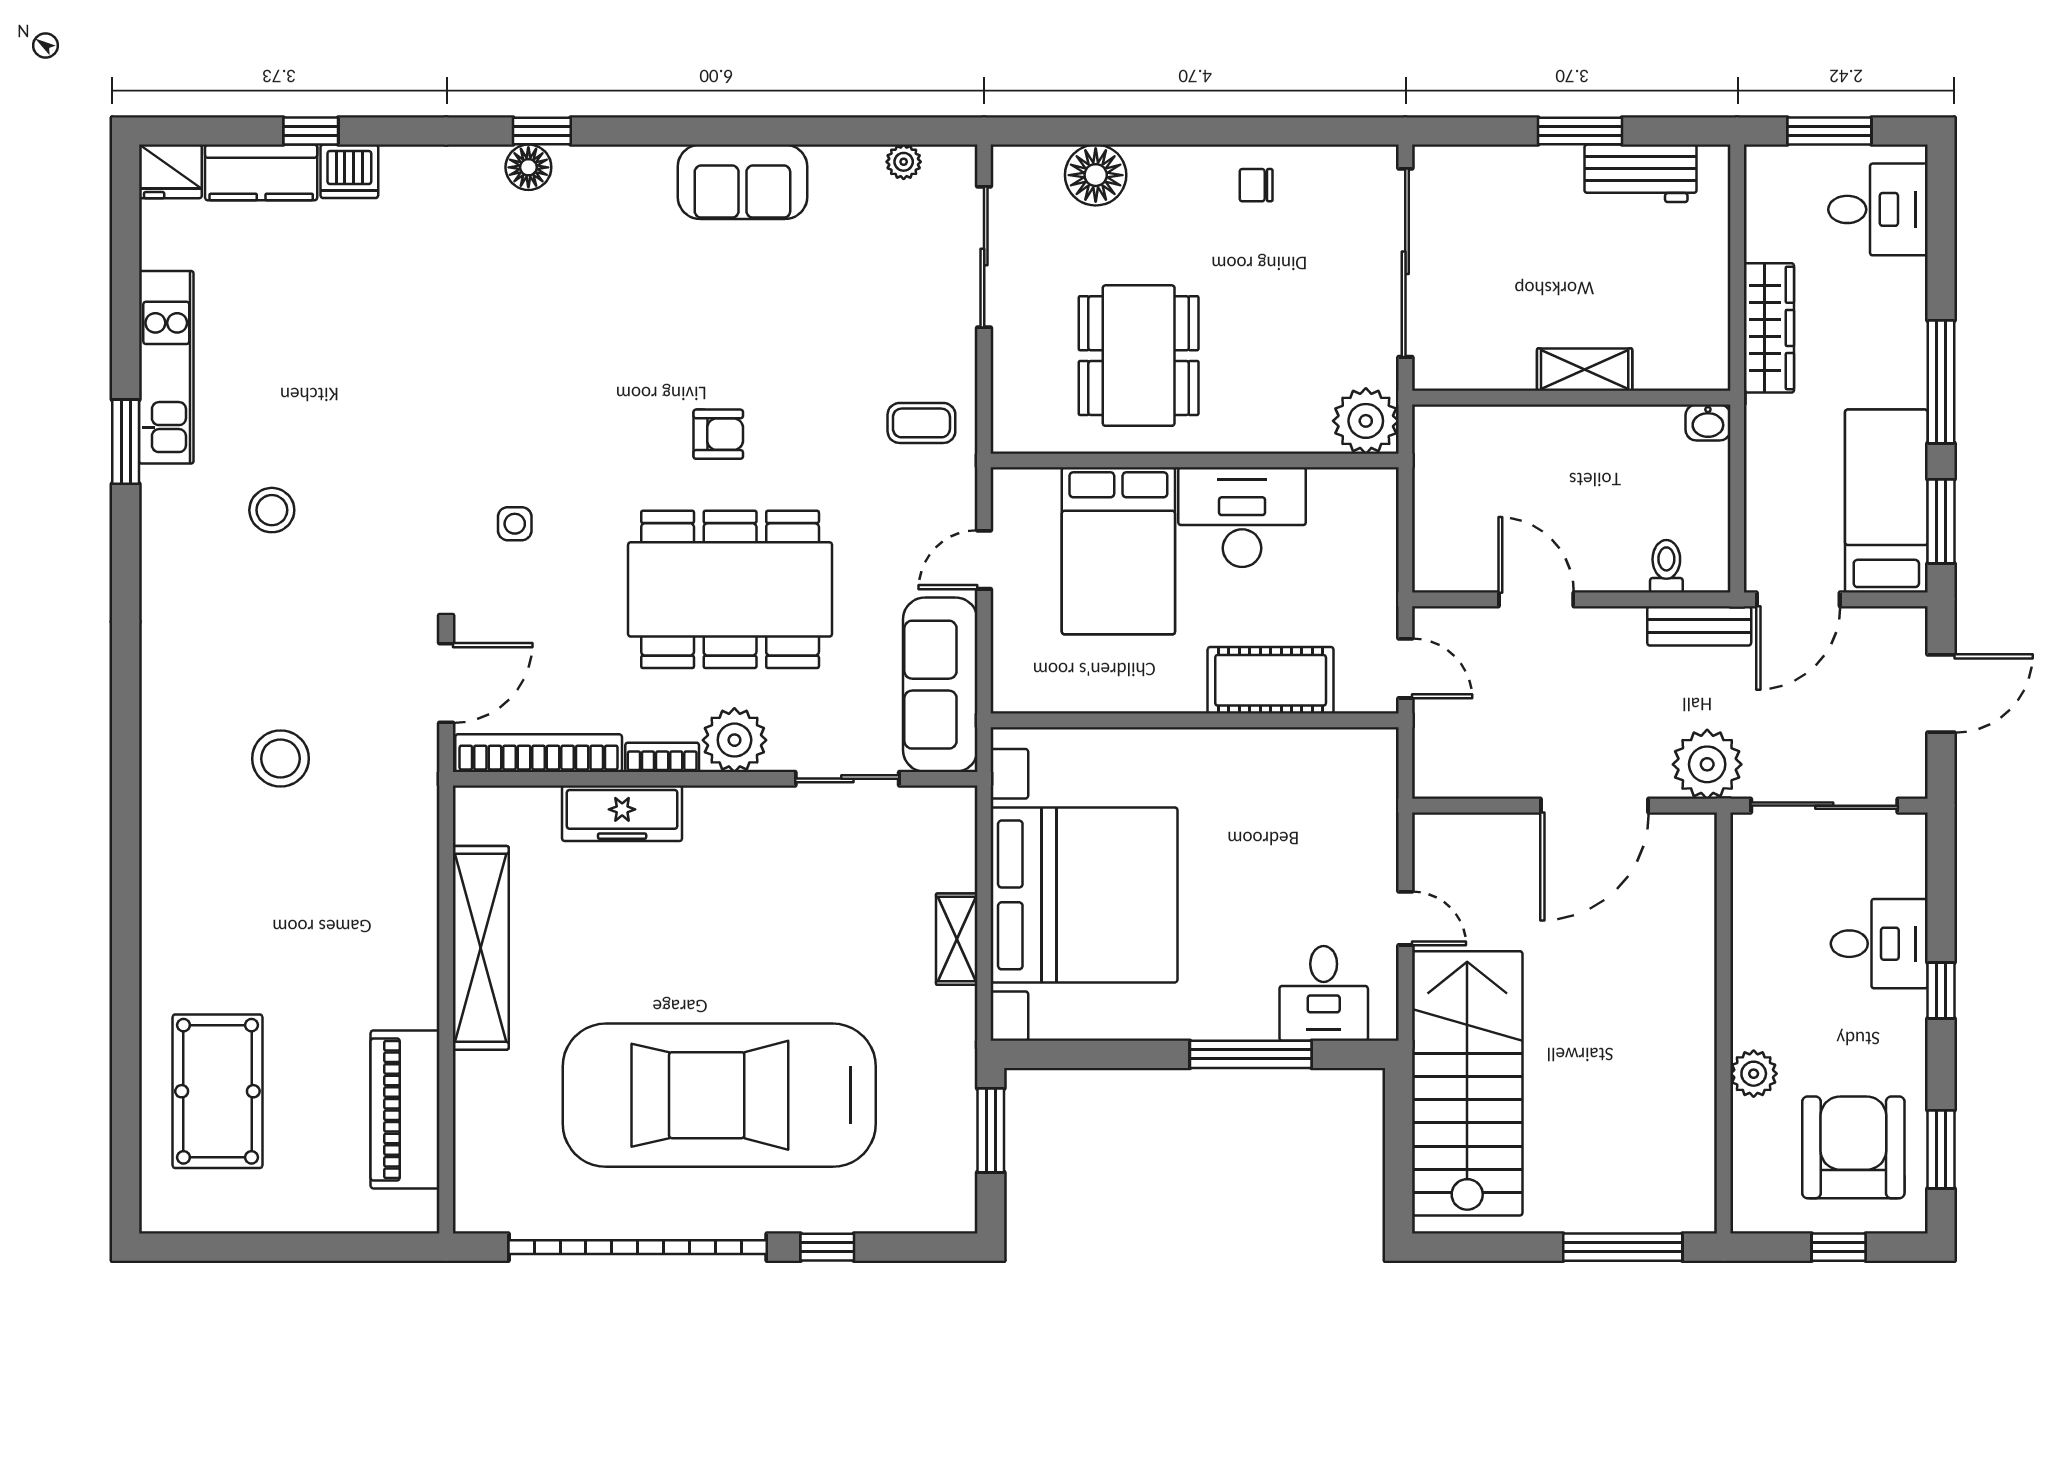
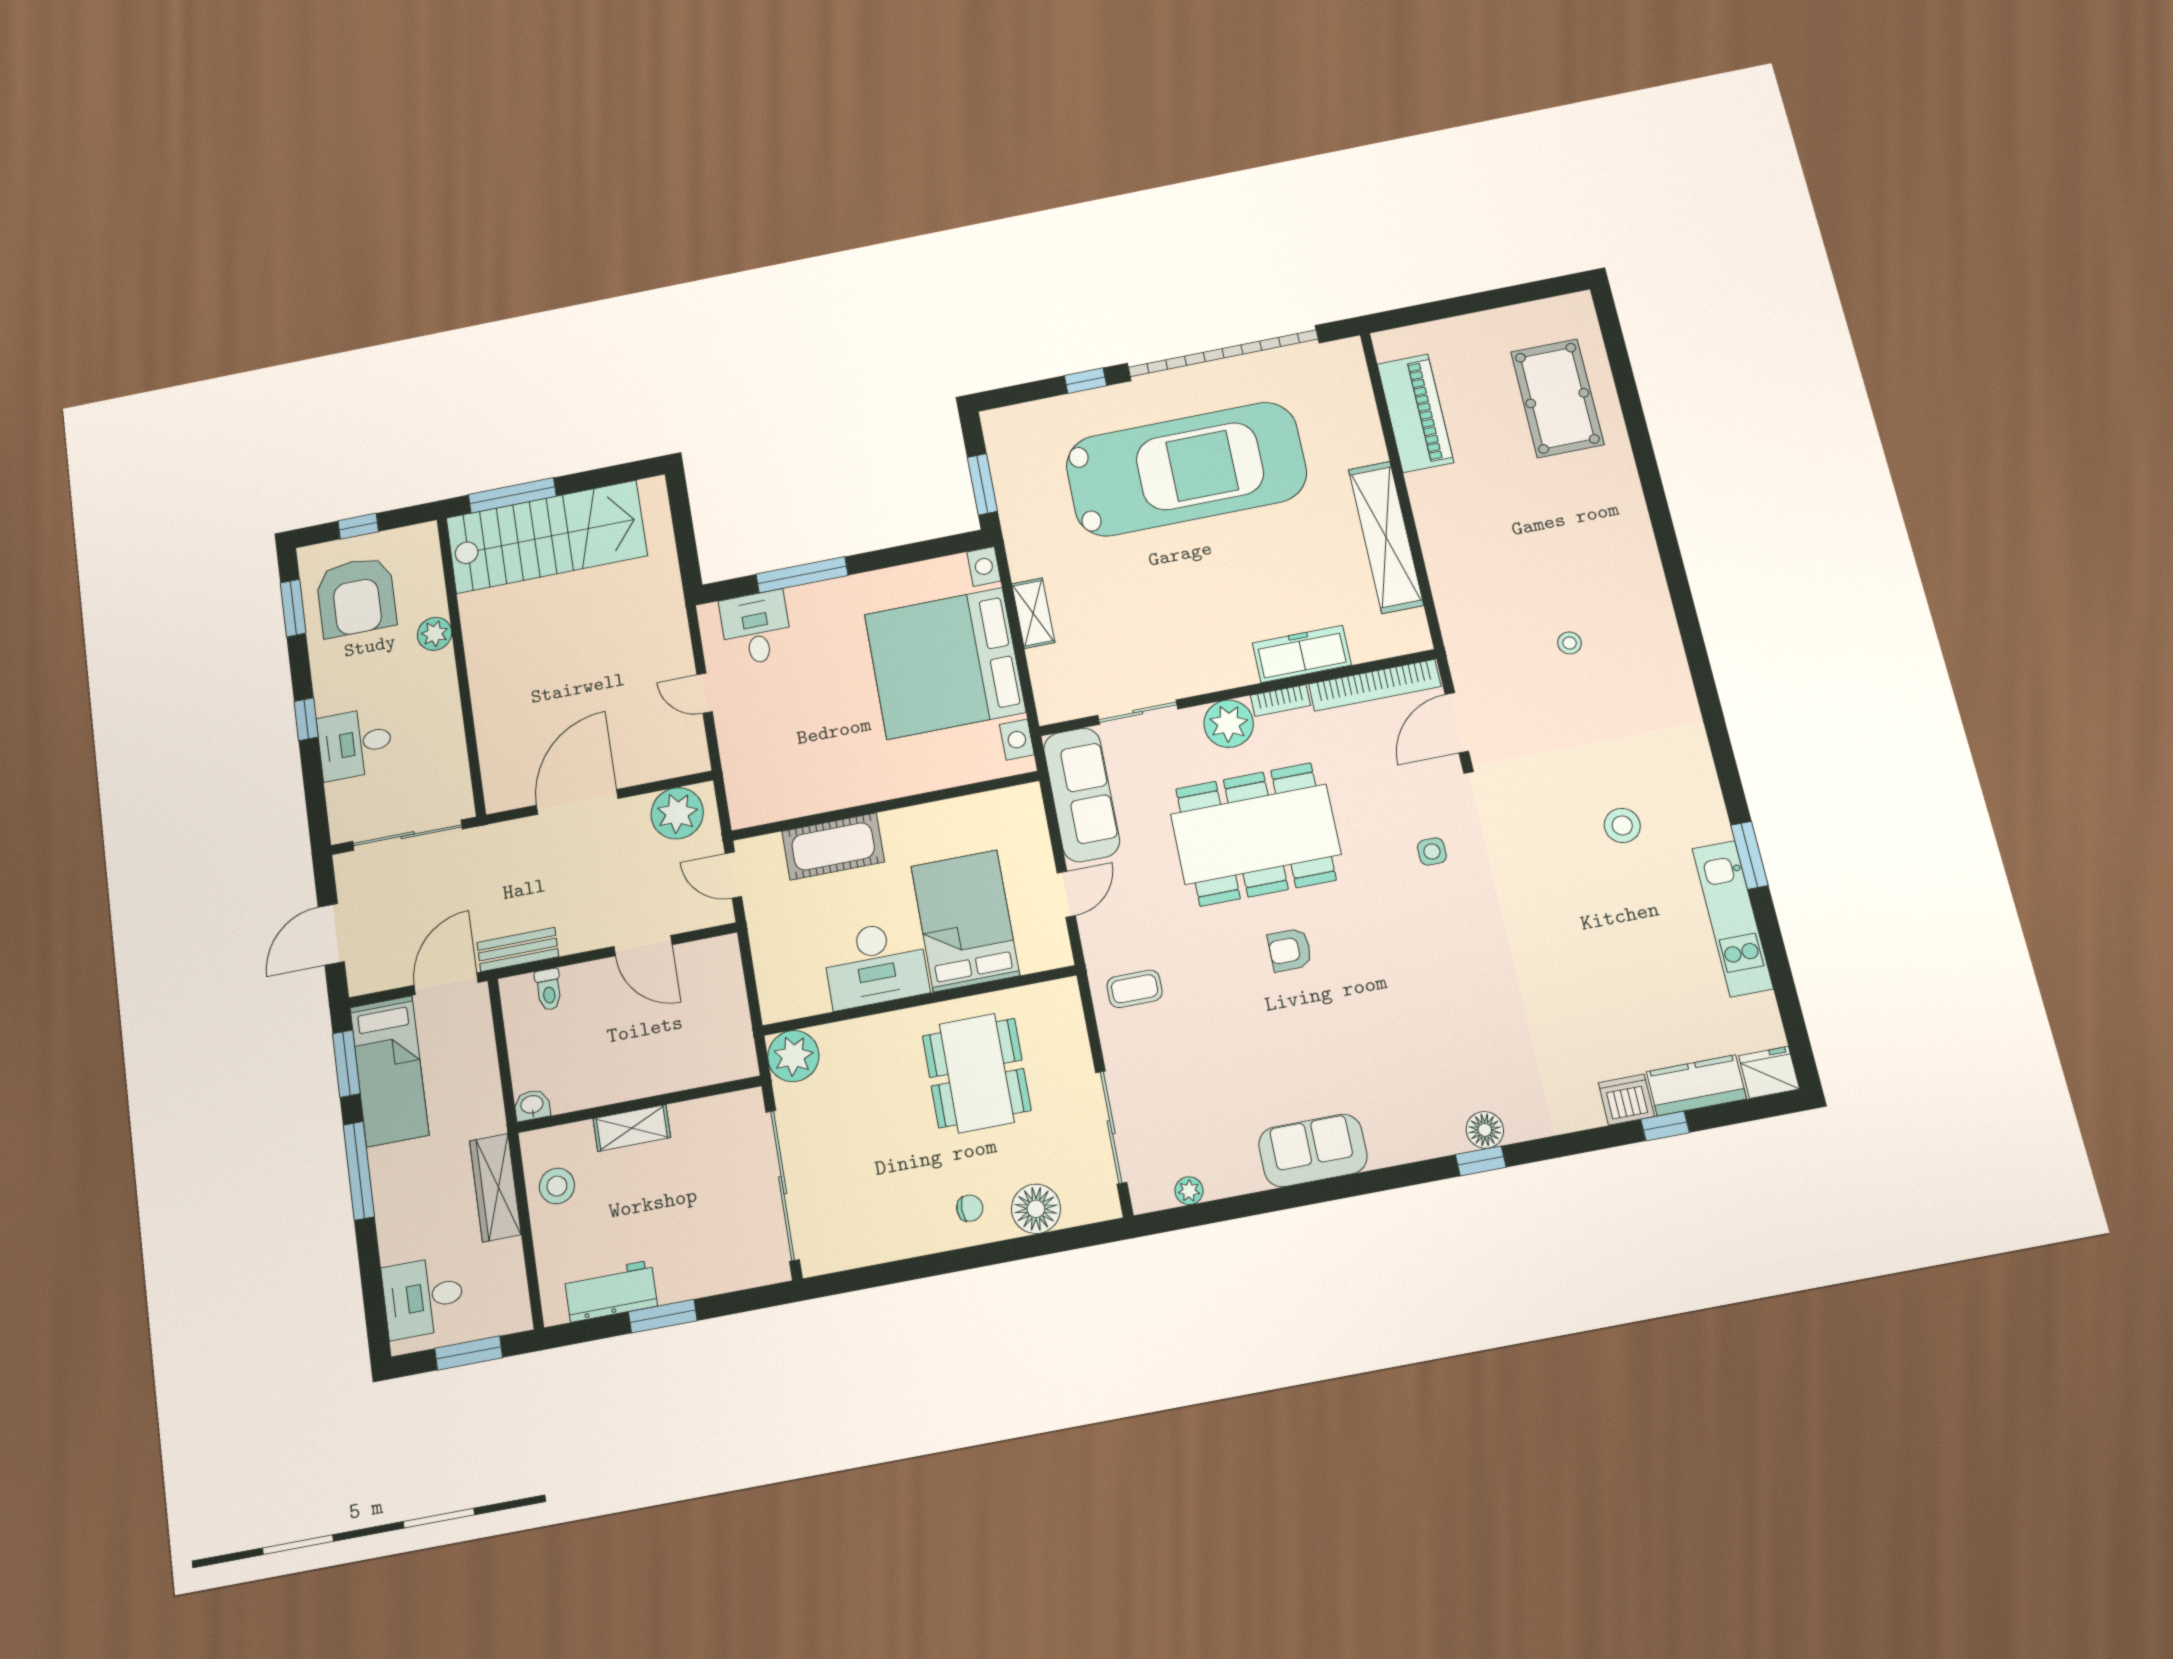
chair: (1256, 185) -> (970, 1208), moved
stool: (1690, 315) -> (557, 1186), added
stool: (280, 759) -> (1570, 643), width x0.53, depth x0.53
plant: (1707, 764) -> (677, 813), moved
stairs: (1467, 1083) -> (546, 537), moved, turned -90

